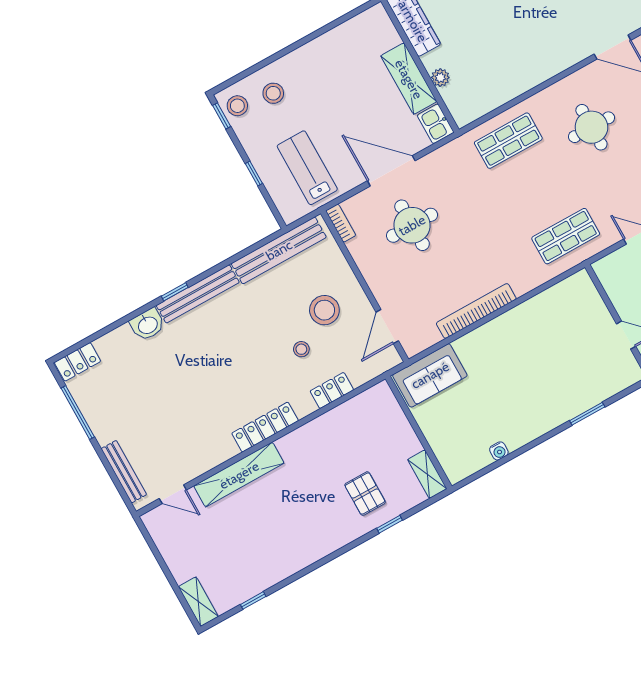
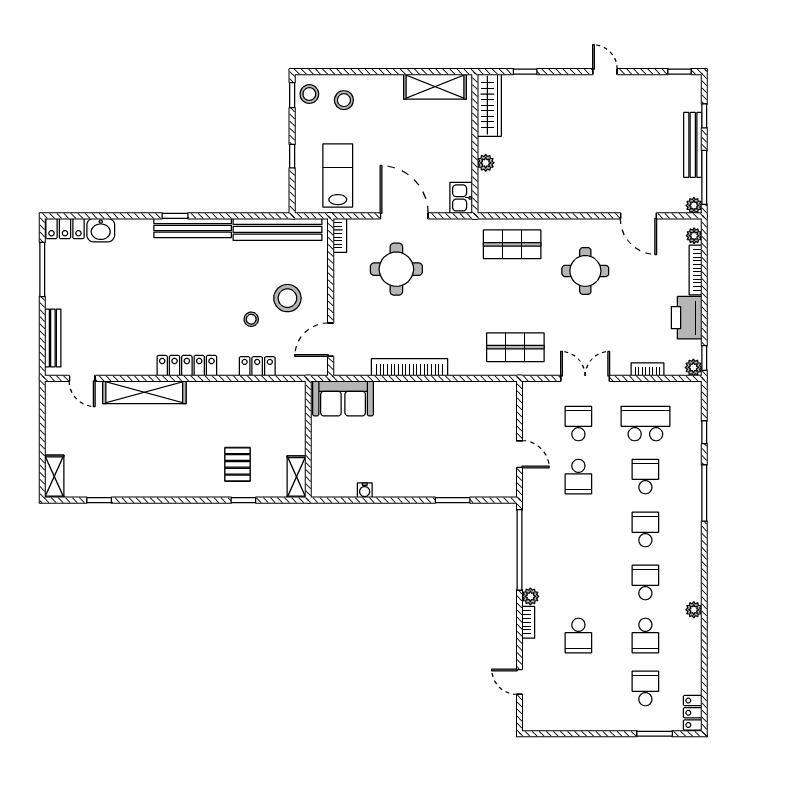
shelving: (409, 79) -> (435, 87), moved, turned 90
washbasin: (148, 325) -> (101, 230), moved

